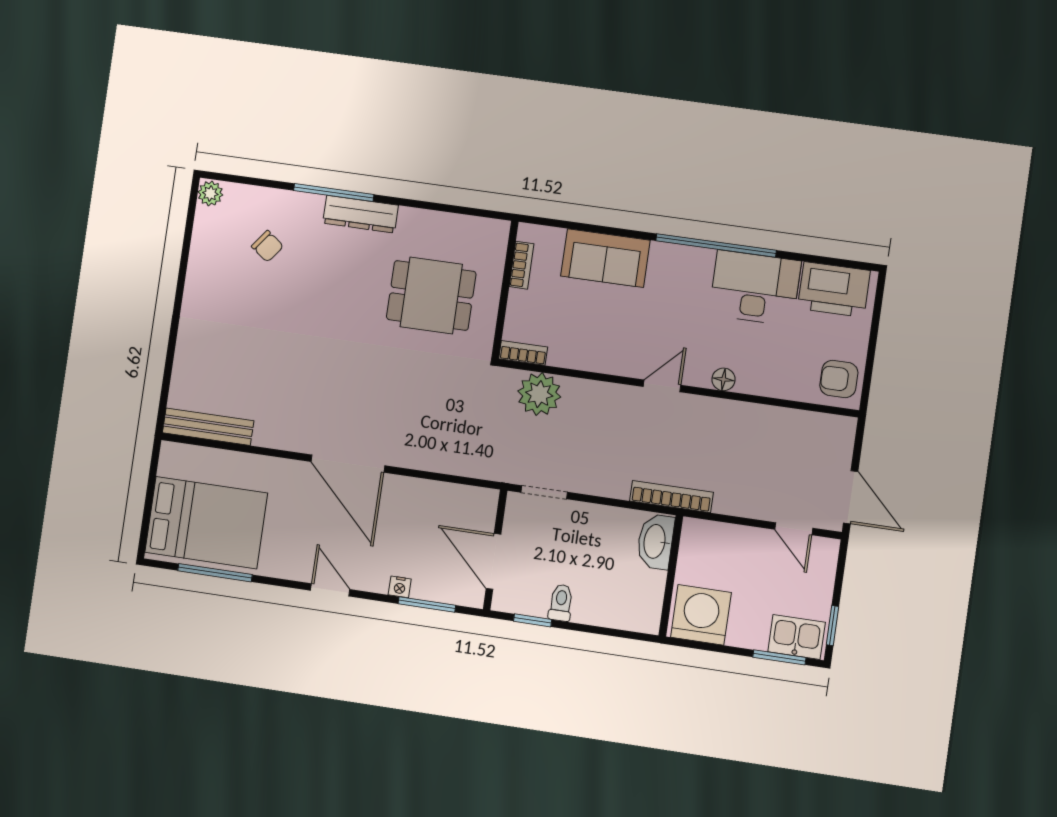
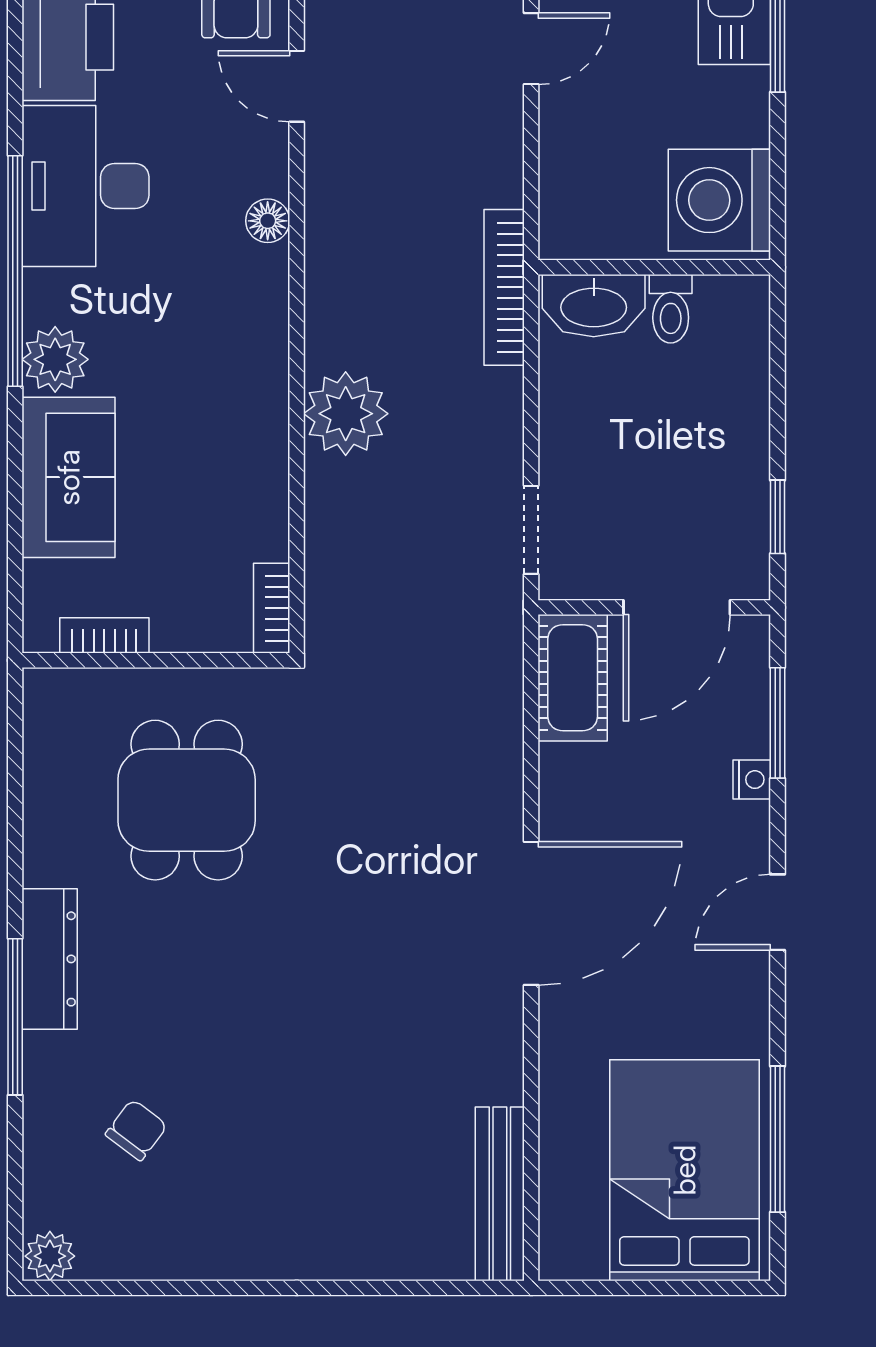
plant: (667, 260) -> (55, 359), added
door: (662, 386) -> (297, 86), moved
plant: (539, 394) -> (346, 414), moved
cot: (465, 502) -> (573, 678), added
toilet: (561, 603) -> (671, 309), moved, turned -90

